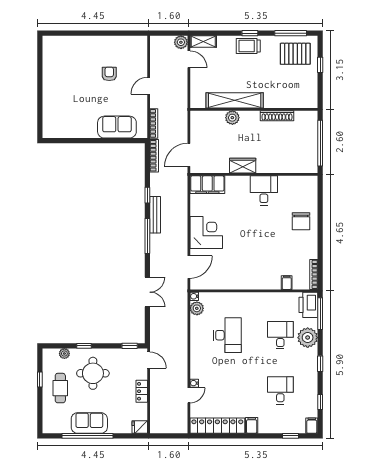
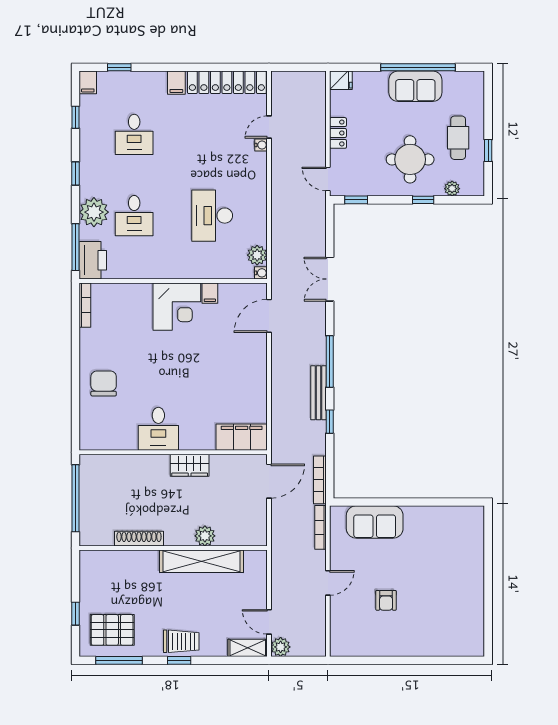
corner desk: (206, 233) -> (177, 307), moved, turned -90
filing cabinet: (287, 283) -> (210, 293), moved

